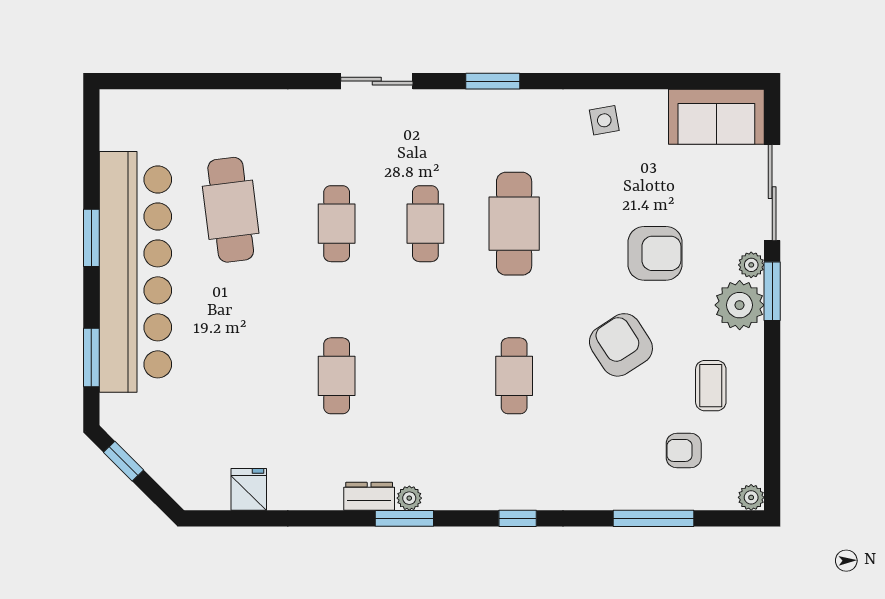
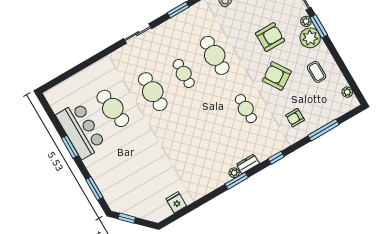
cafe table: (337, 224) -> (153, 92), width x1.37, depth x1.35
bar counter: (135, 272) -> (81, 130), width x0.54
cafe table: (337, 376) -> (184, 145), removed
armchair: (684, 450) -> (295, 118), moved
dresser: (369, 496) -> (248, 164), moved
plant: (751, 497) -> (347, 92), moved

